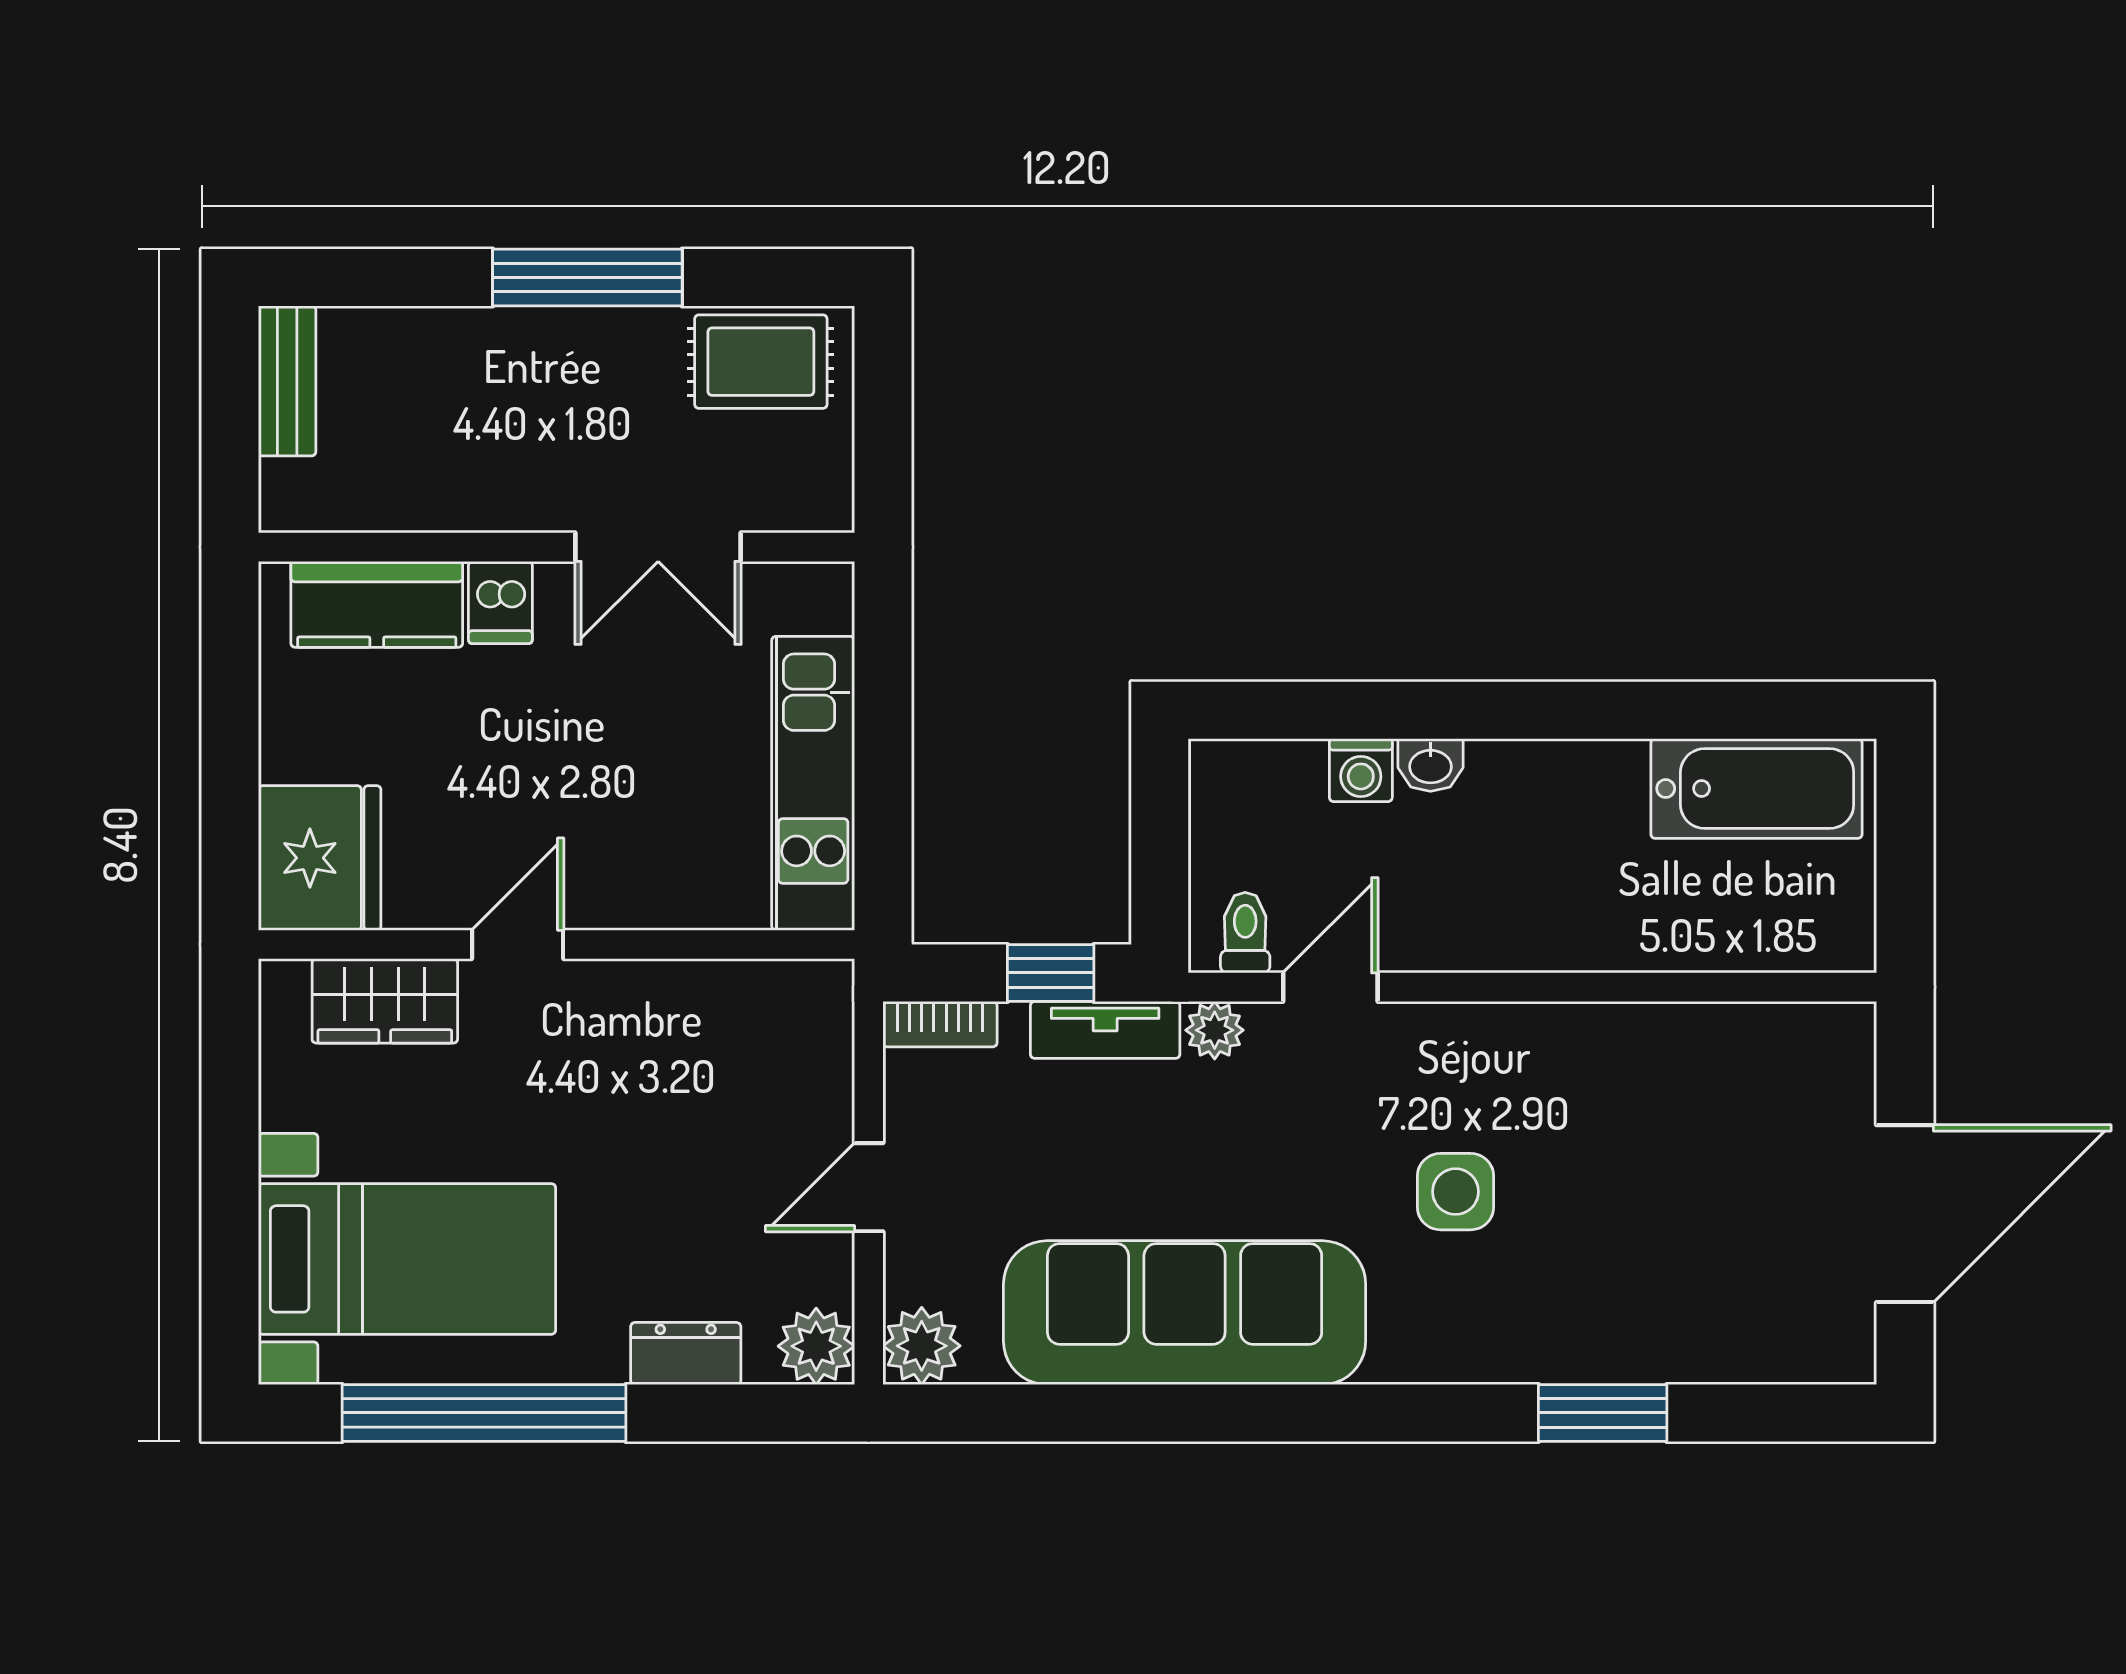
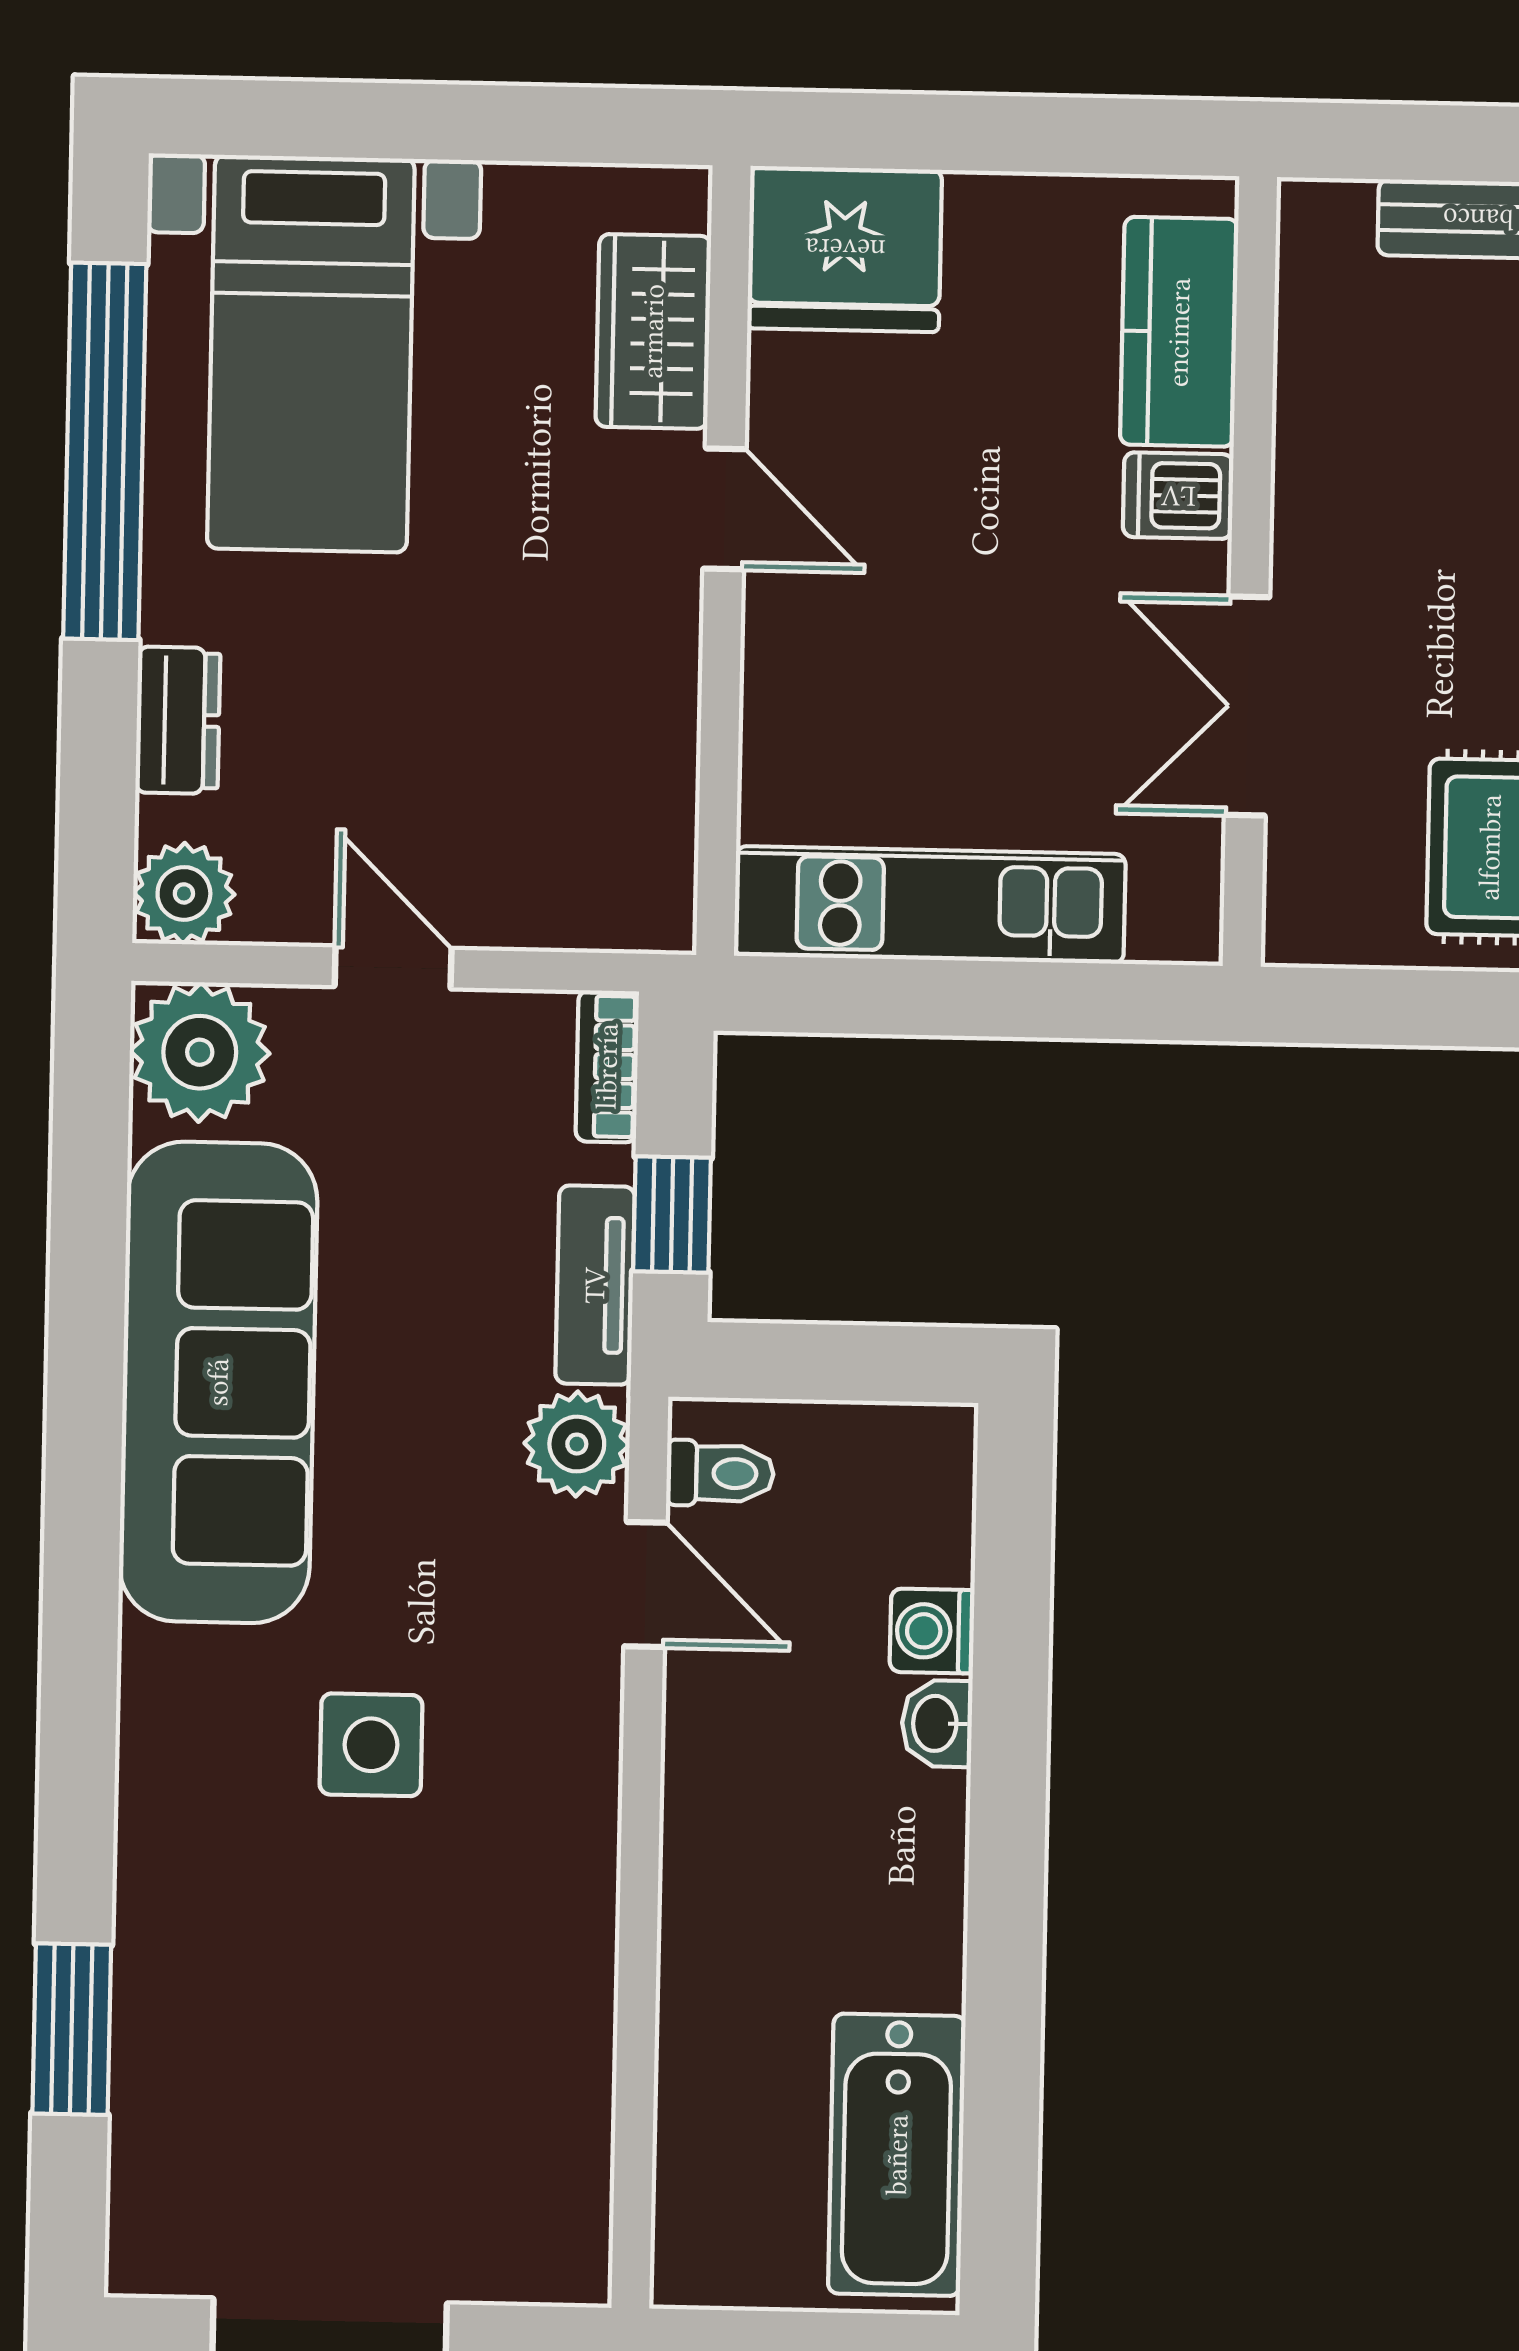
plant: (1215, 1030) -> (577, 1444), width x1.38, depth x1.38
plant: (922, 1346) -> (200, 1052), width x1.36, depth x1.36
window: (1603, 1413) -> (72, 2029), moved

